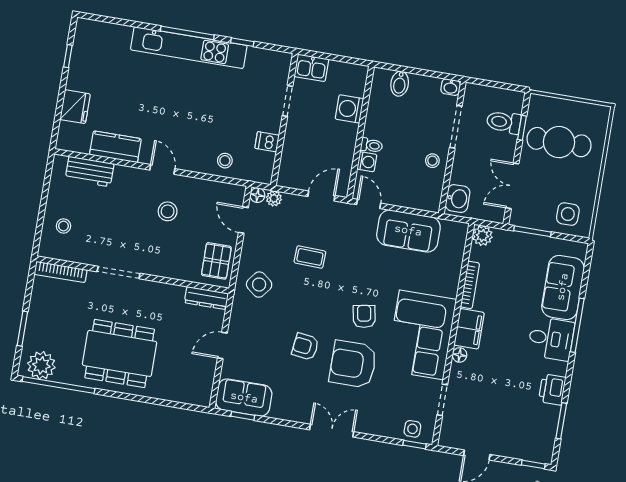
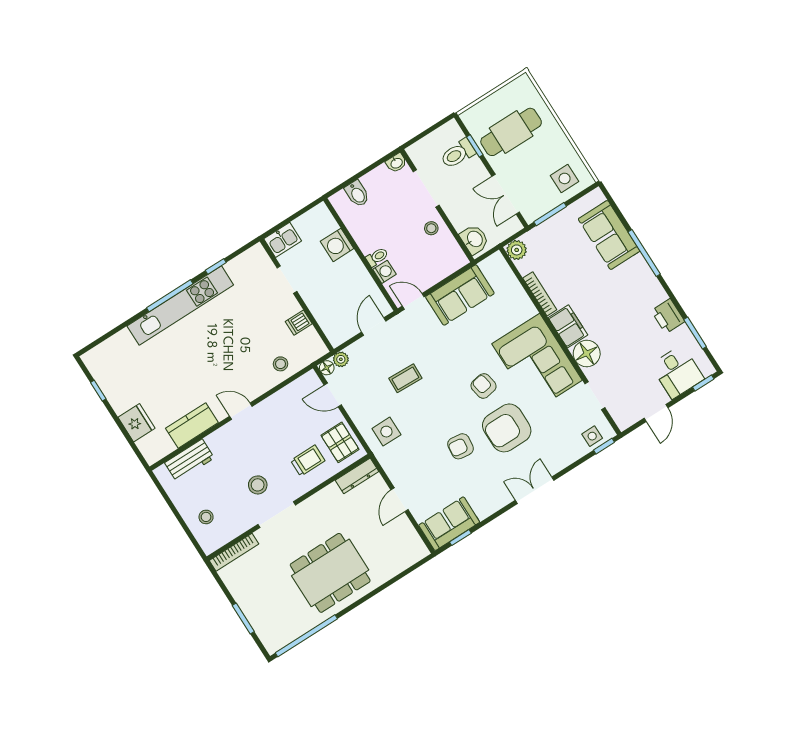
stool: (168, 211) -> (258, 485), moved
trolley: (179, 253) -> (308, 461), added
side table: (259, 285) -> (386, 432), turned -38
desk: (551, 339) -> (677, 372), moved, turned 90
floor lamp: (460, 355) -> (587, 353), width x1.89, depth x1.89
plant: (41, 365) -> (281, 633), removed

